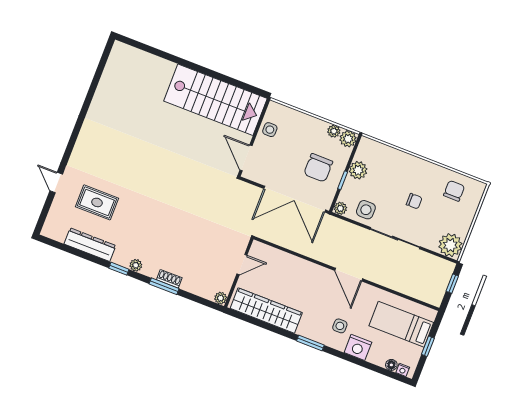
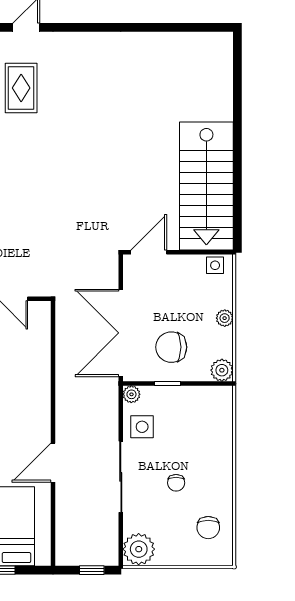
side table: (270, 130) -> (215, 265), moved
plant: (334, 131) -> (225, 318), moved
plant: (358, 170) -> (188, 398), removed
chair: (454, 191) -> (208, 528), turned 90
door: (349, 275) -> (53, 463), moved

